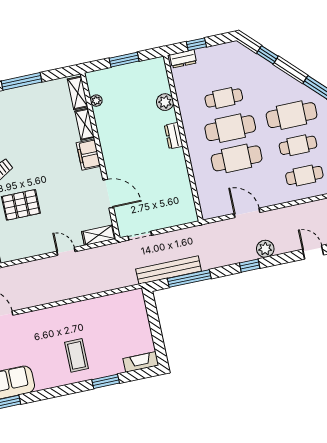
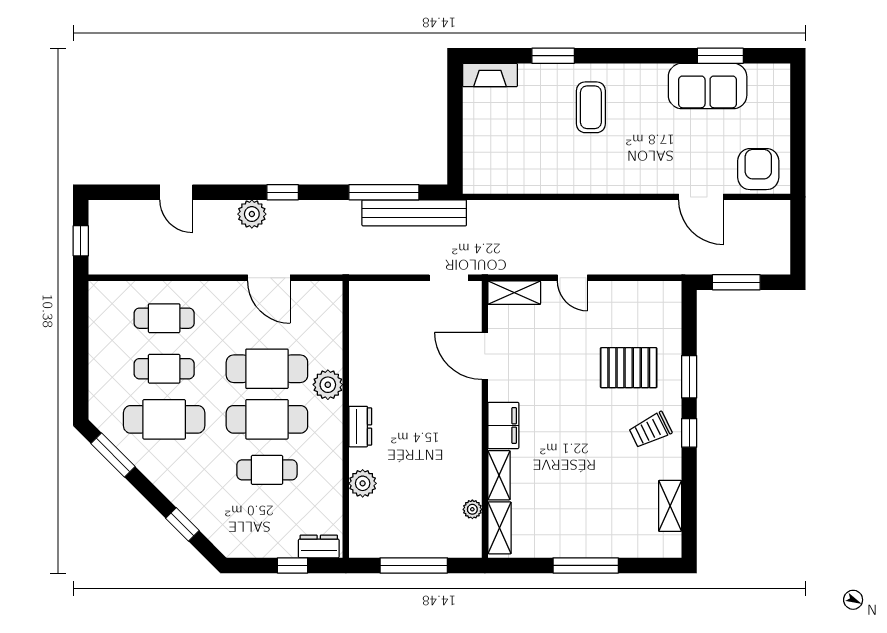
window: (124, 60) -> (414, 565), width x1.44
plant: (198, 157) -> (328, 385), added

